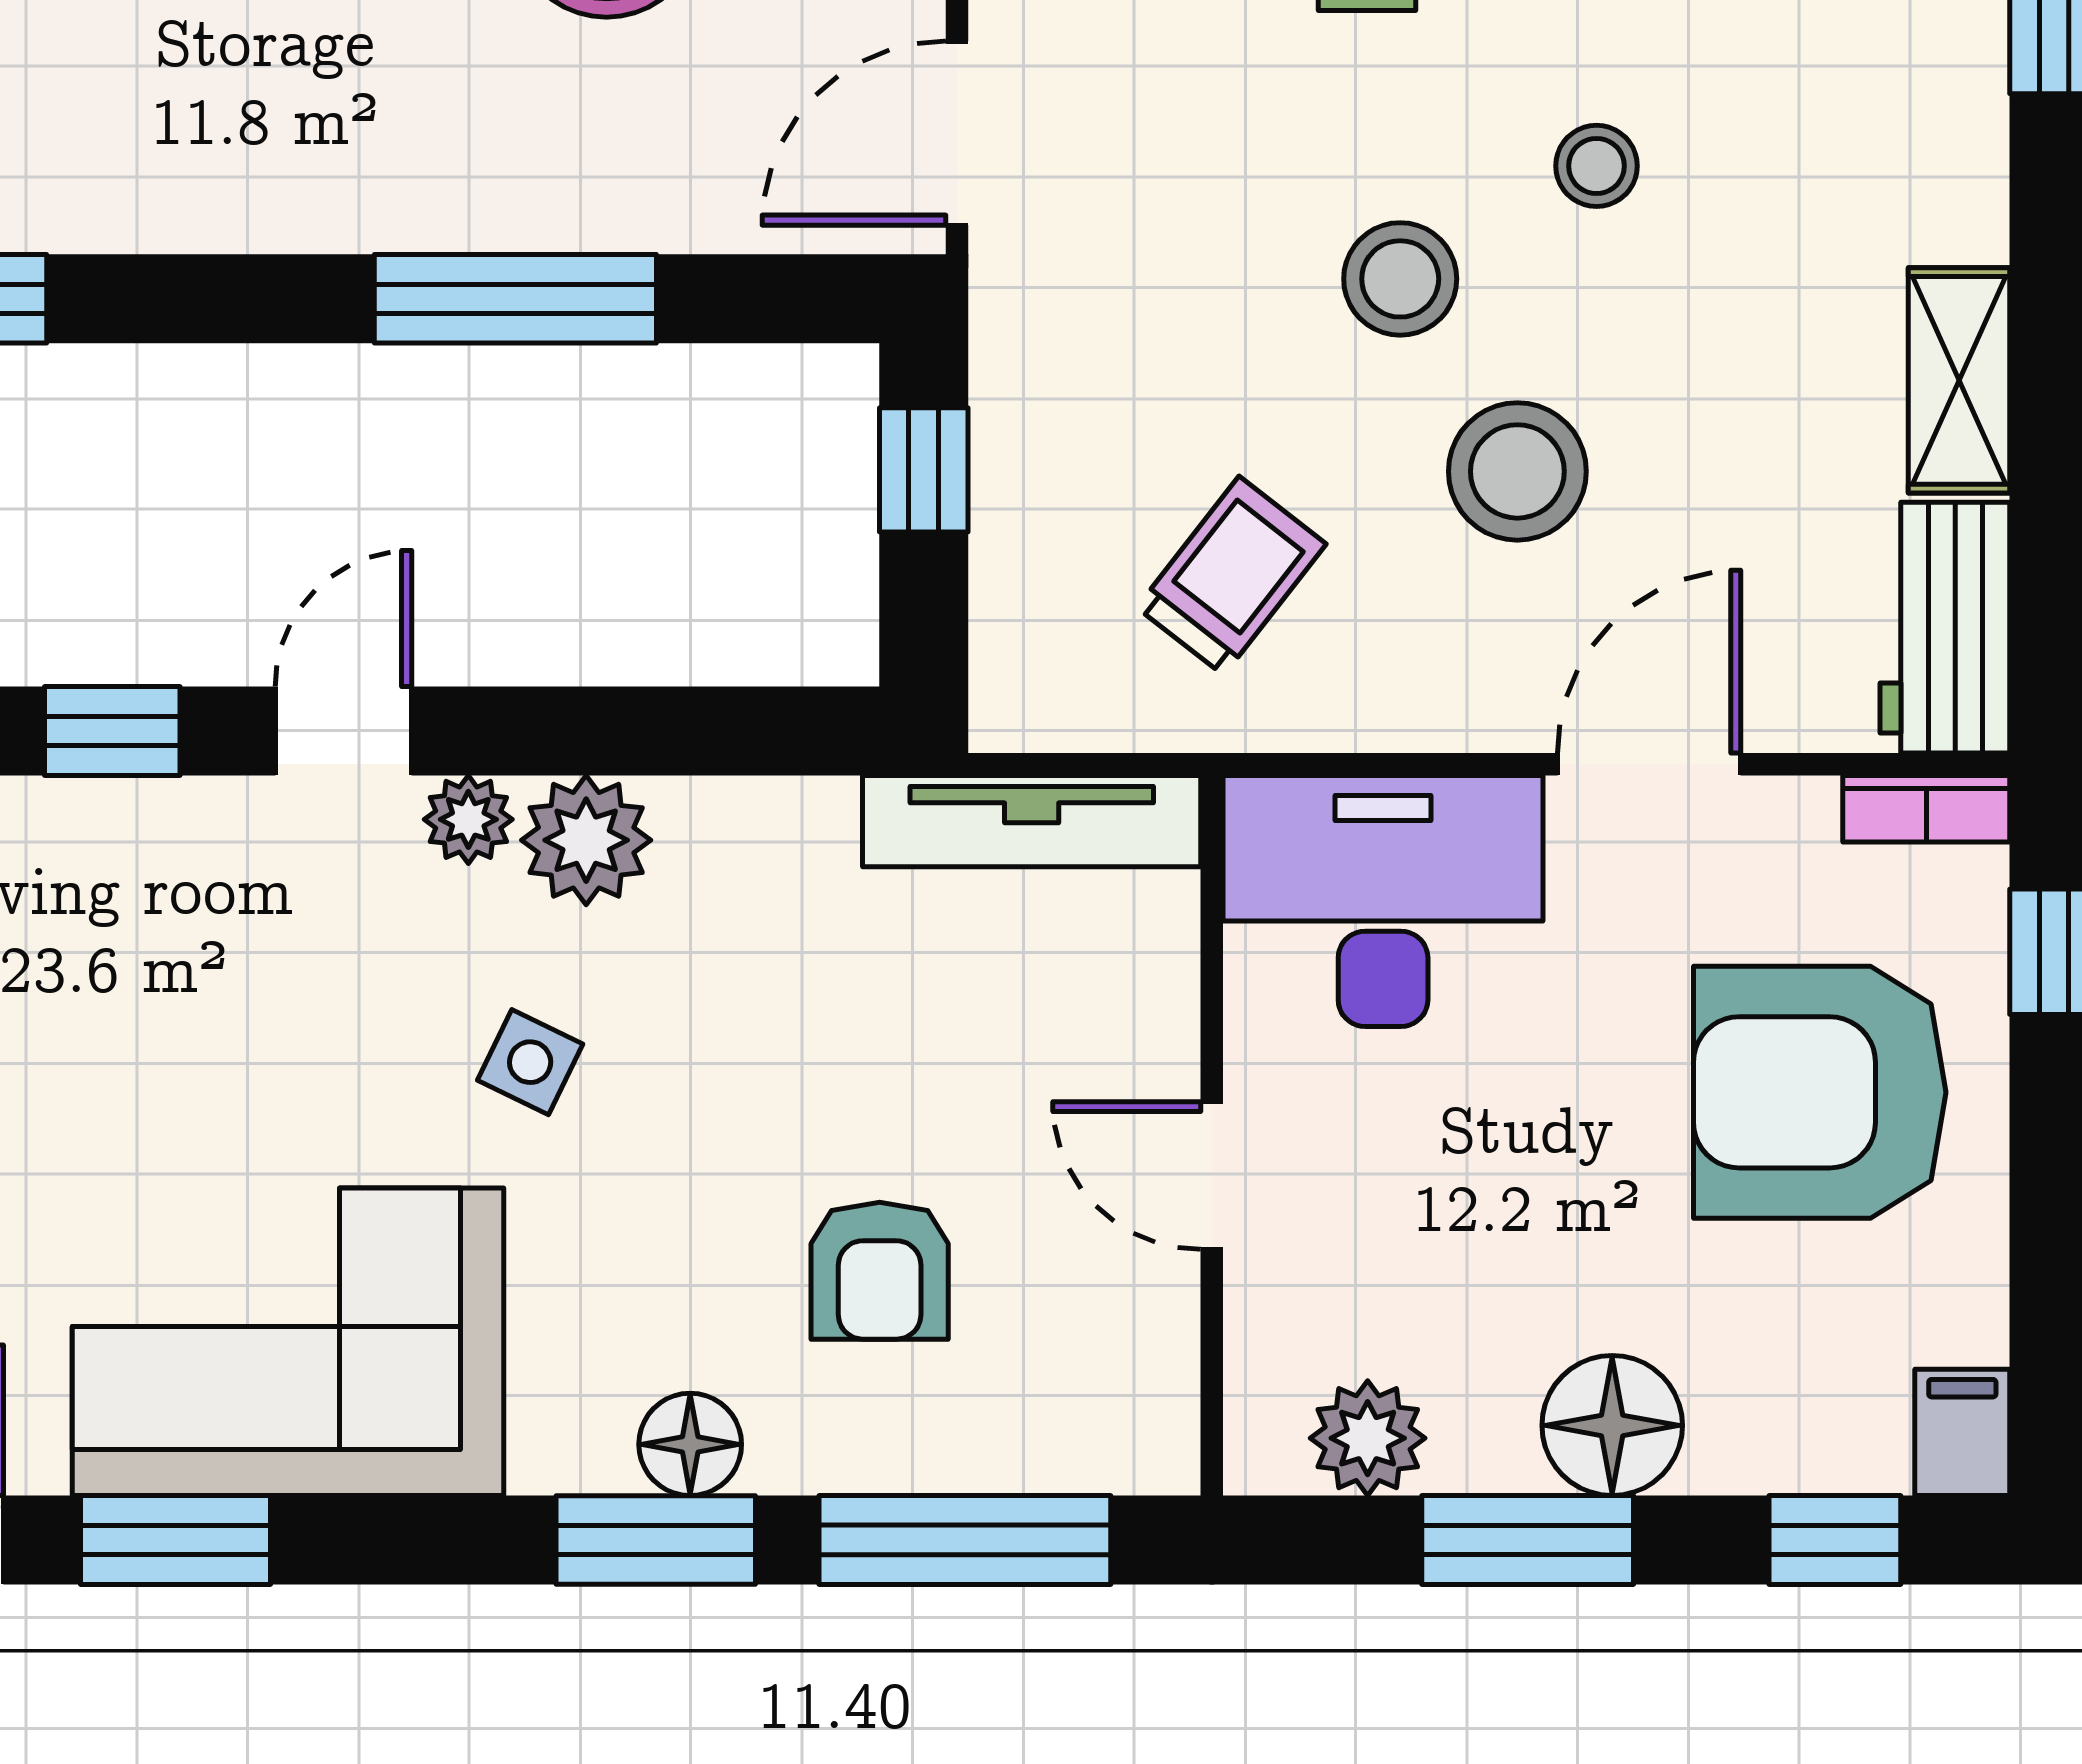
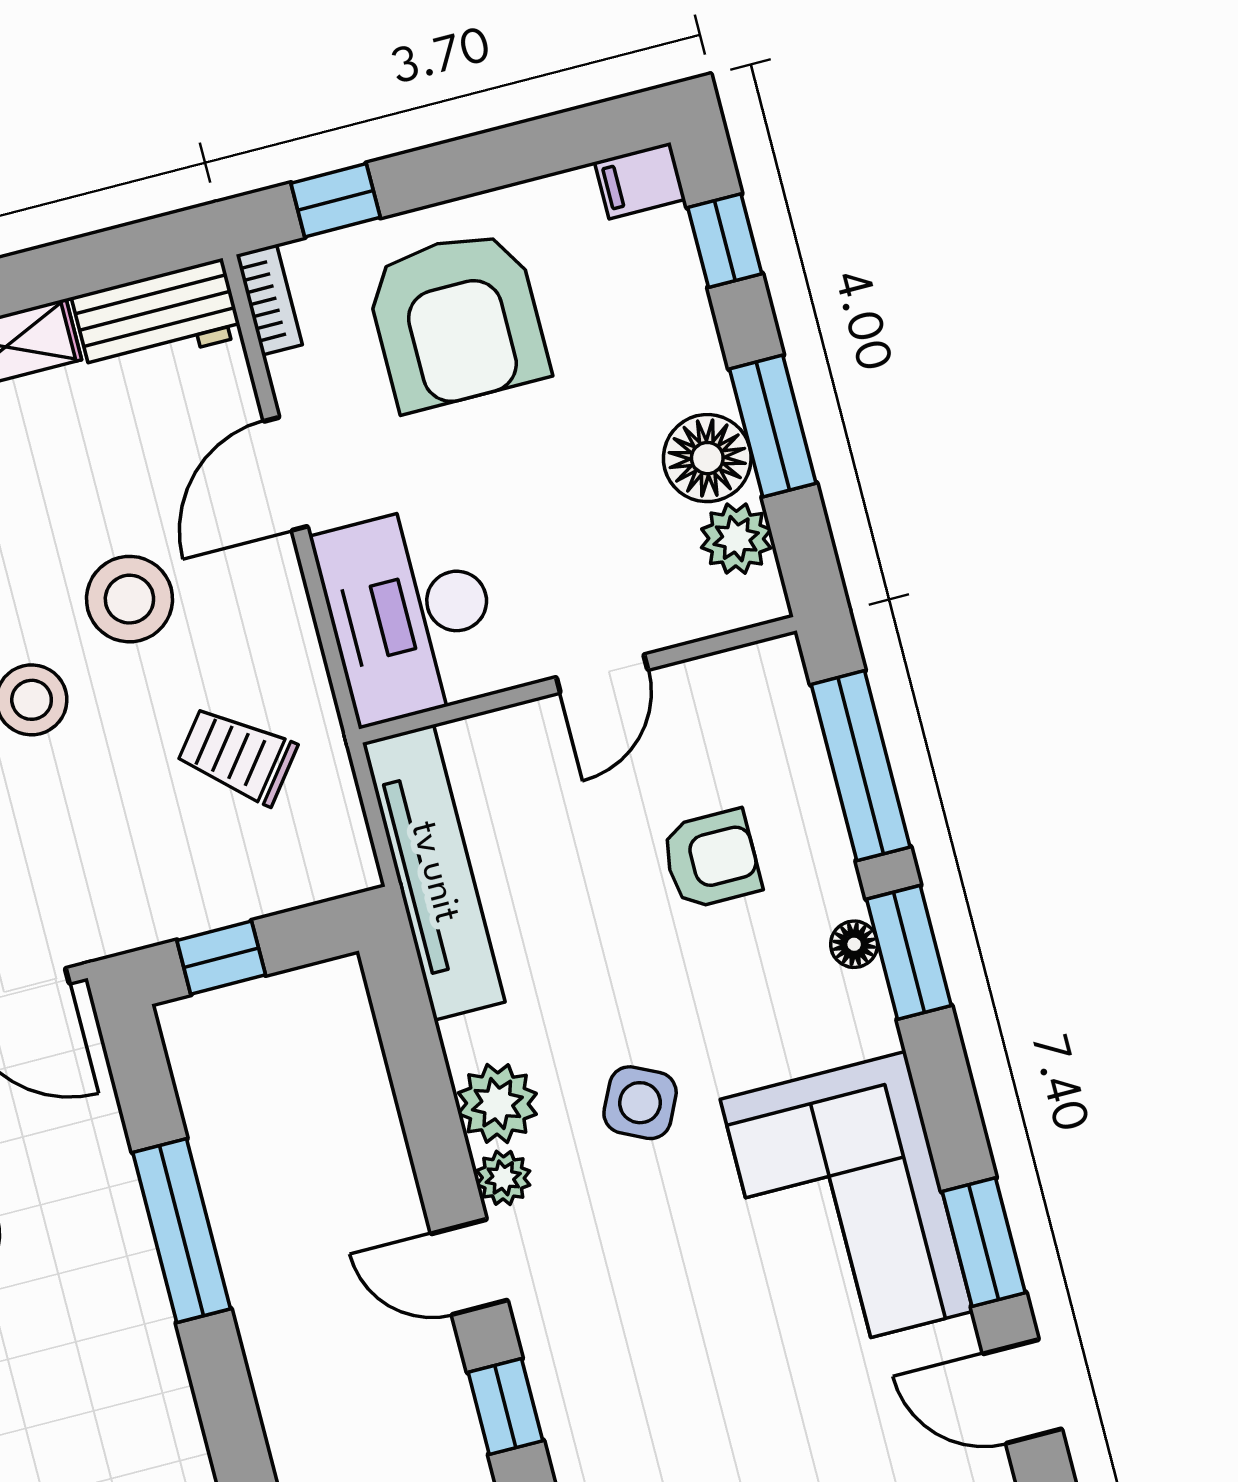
door: (1649, 764) -> (286, 474), hinge flipped
tv unit: (1032, 821) -> (434, 872), width x1.36, depth x1.29
side table: (530, 1062) -> (640, 1103), width x1.37, depth x1.37
floor lamp: (1612, 1425) -> (707, 458), moved
floor lamp: (690, 1444) -> (854, 944), width x0.73, depth x0.73

